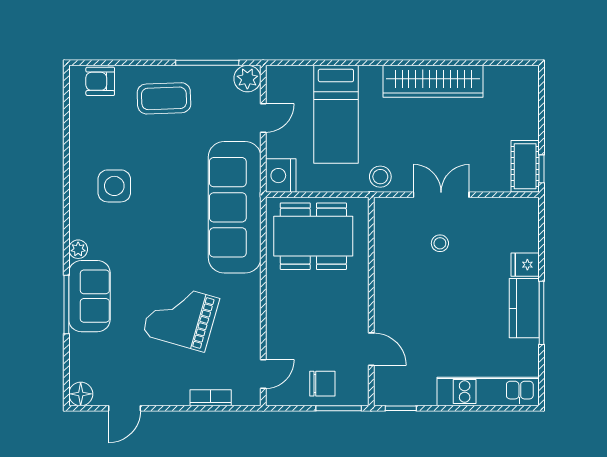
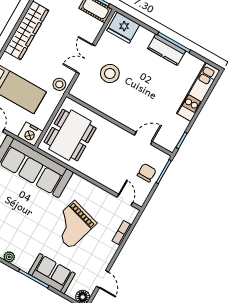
stool: (440, 243) -> (110, 74), width x1.89, depth x1.89
fridge: (525, 265) -> (123, 28), moved, width x1.88, depth x1.34
sofa: (89, 296) -> (52, 274), moved

